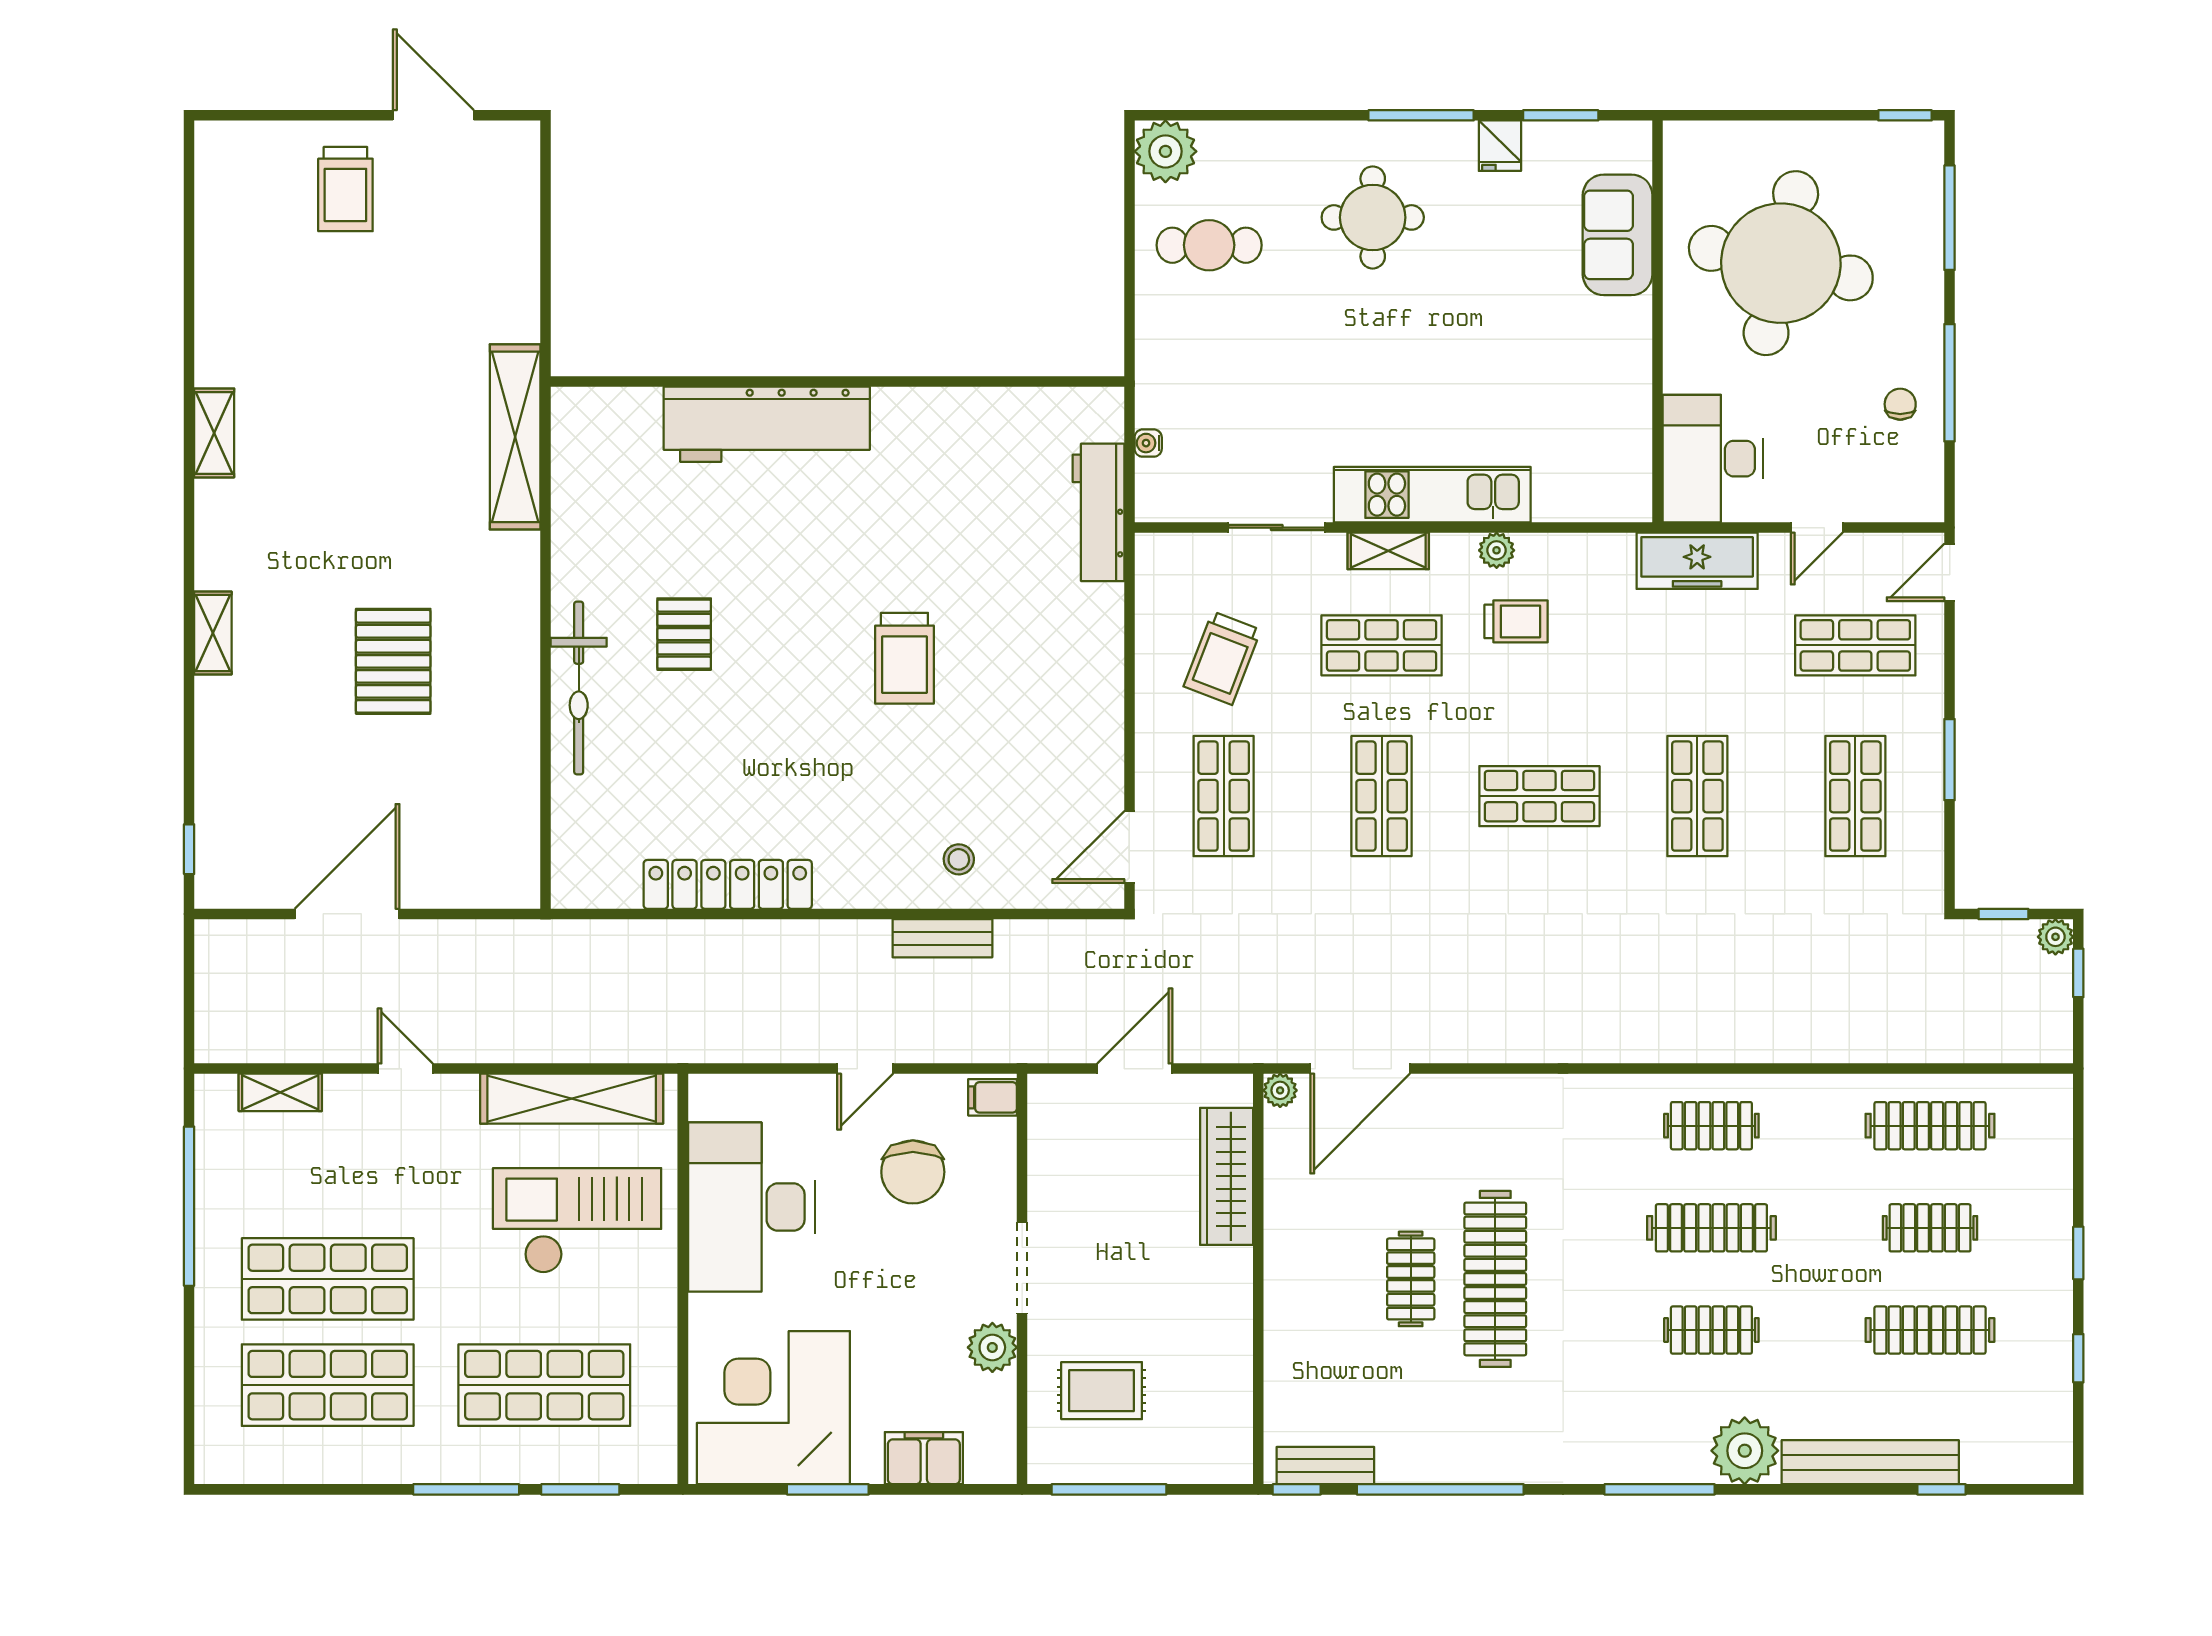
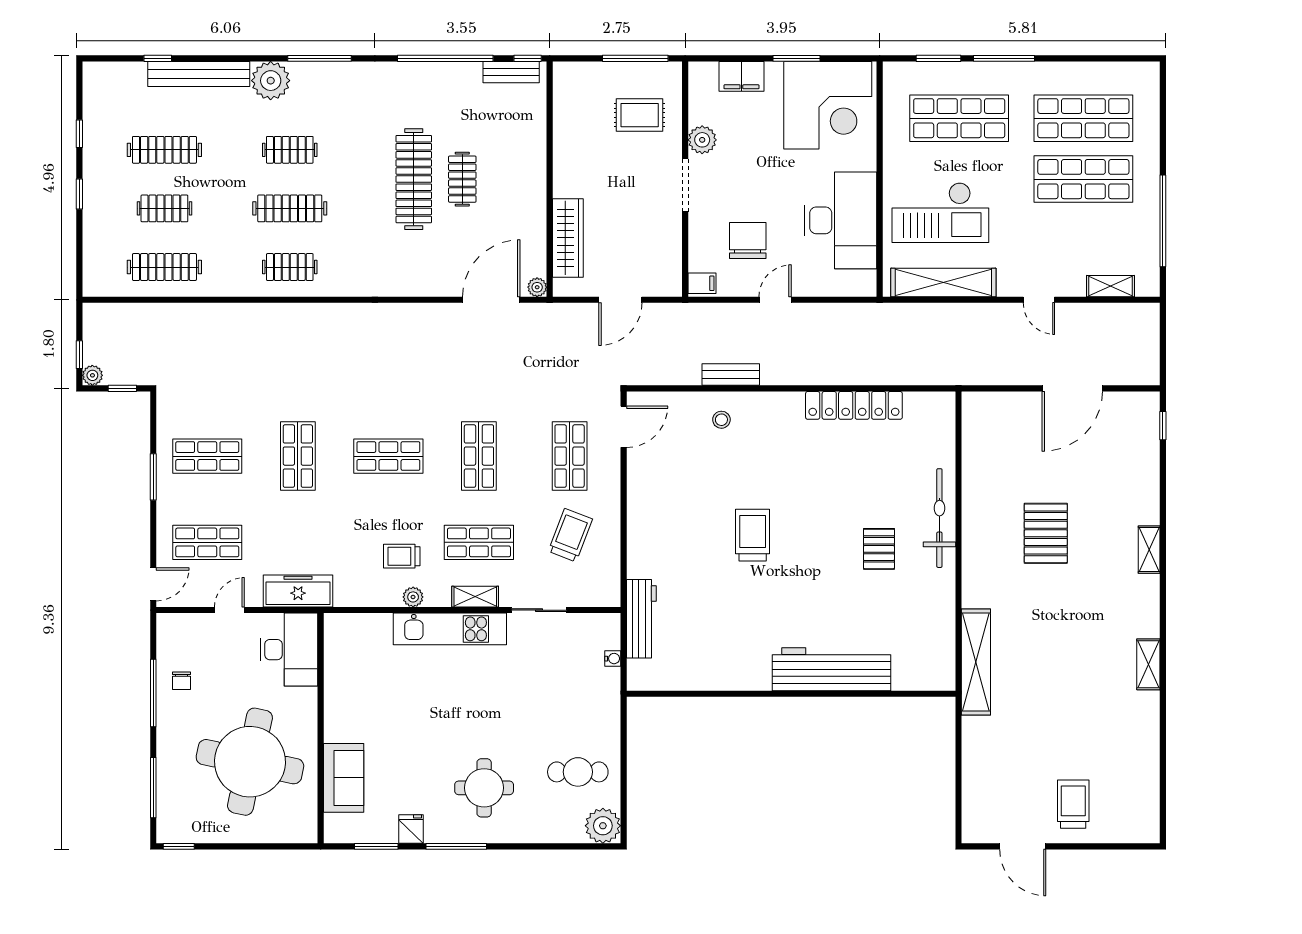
shop shelf: (1855, 796) -> (207, 456), turned 90

